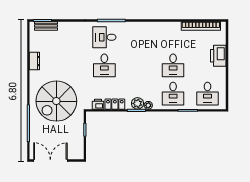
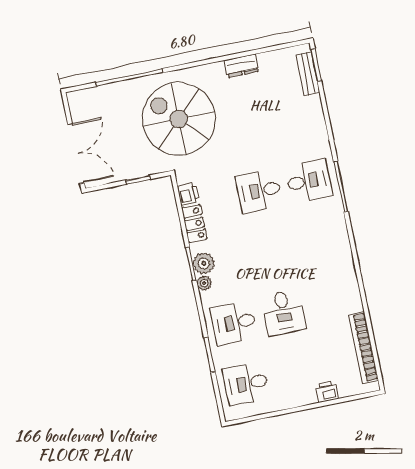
desk: (104, 37) -> (309, 181), turned 90
printer: (218, 56) -> (327, 392), width x0.53, depth x0.68
desk: (173, 65) -> (284, 313), turned -90
double door: (50, 161) -> (76, 154), moved

